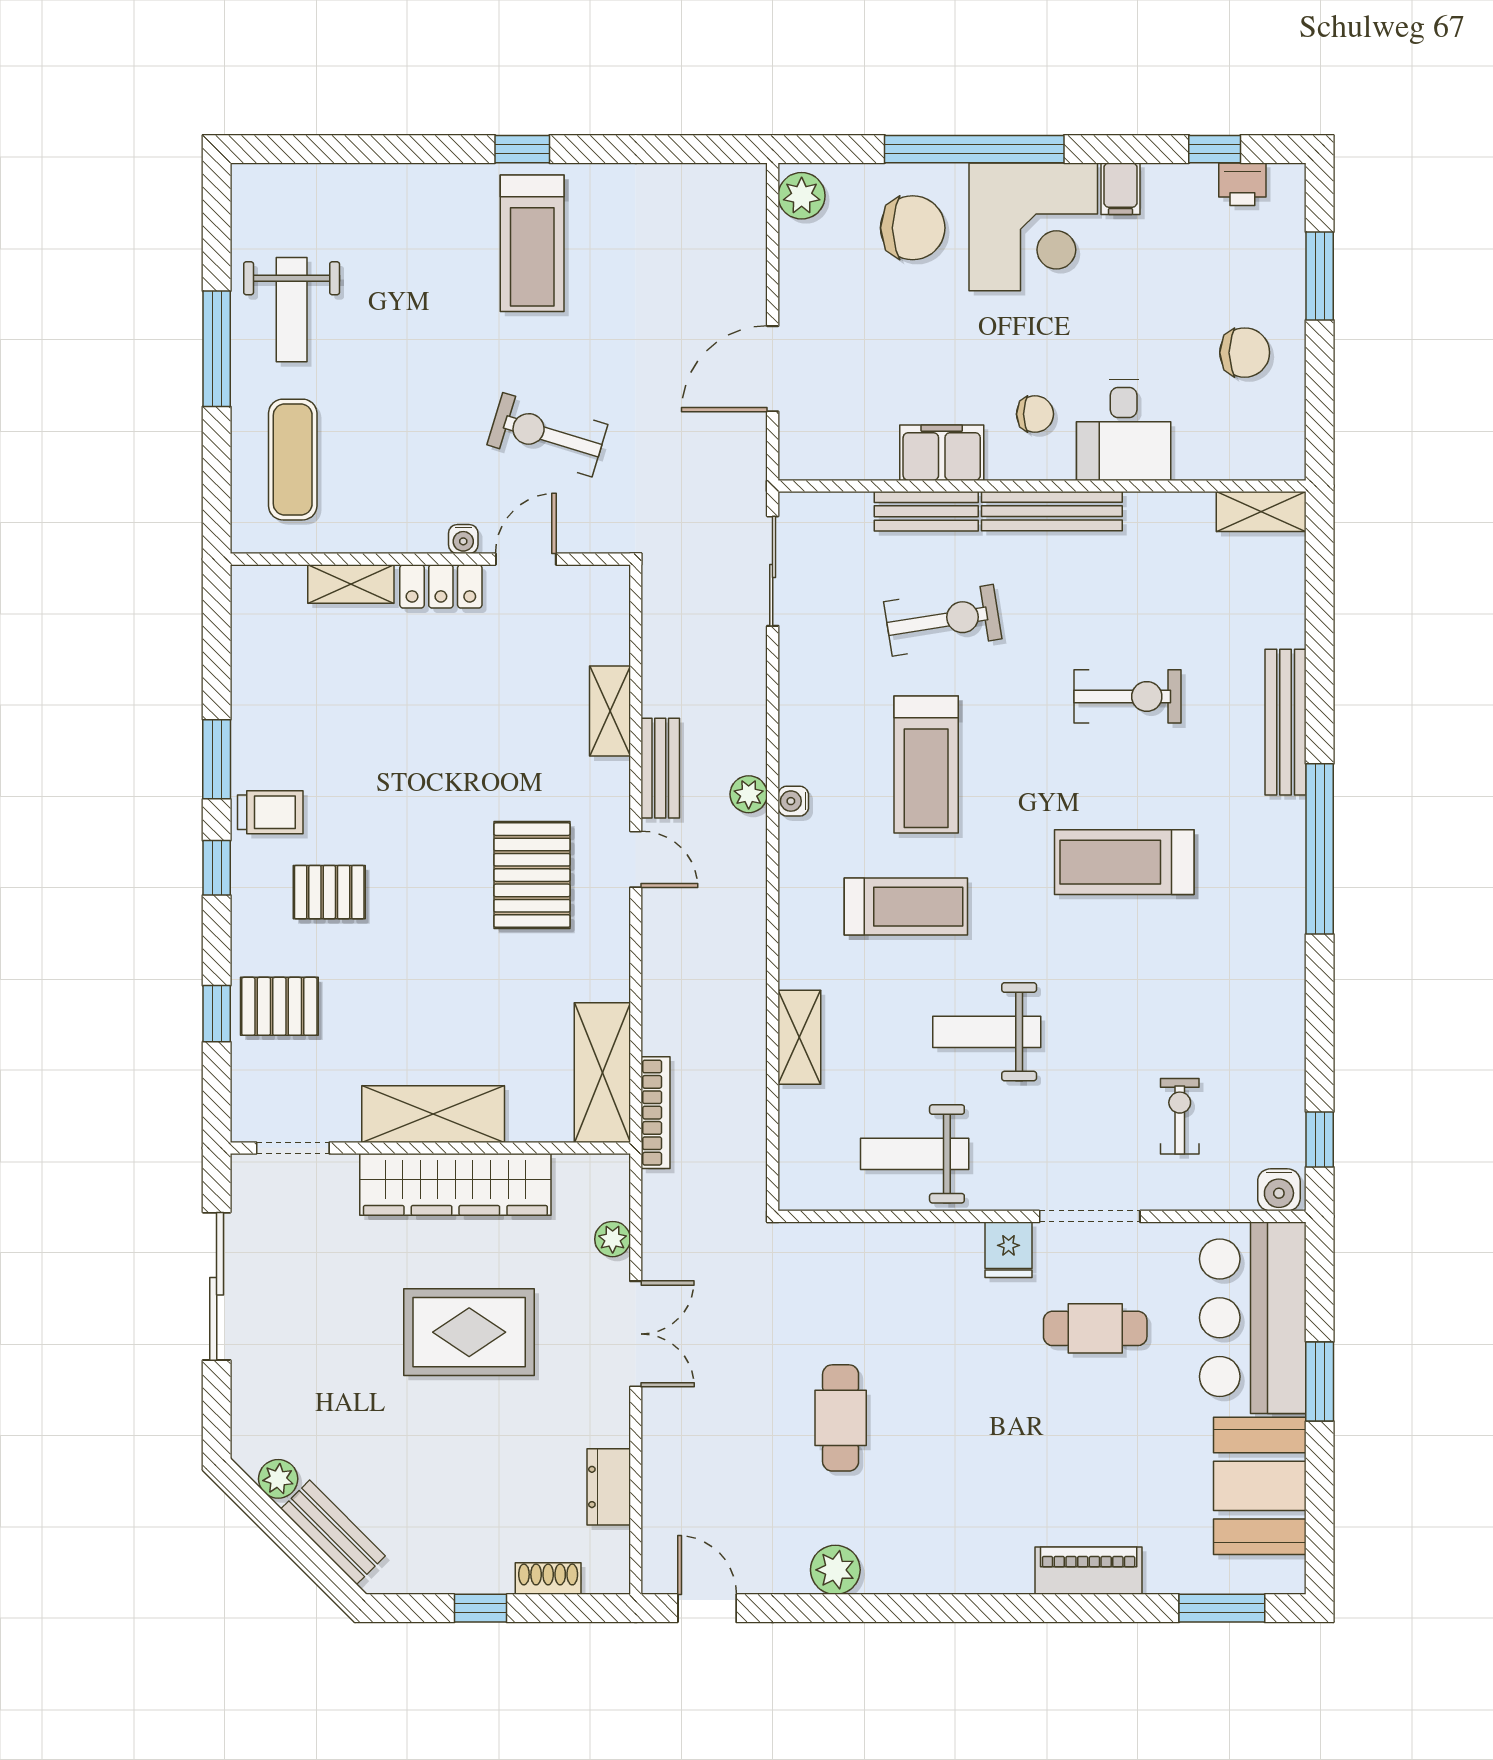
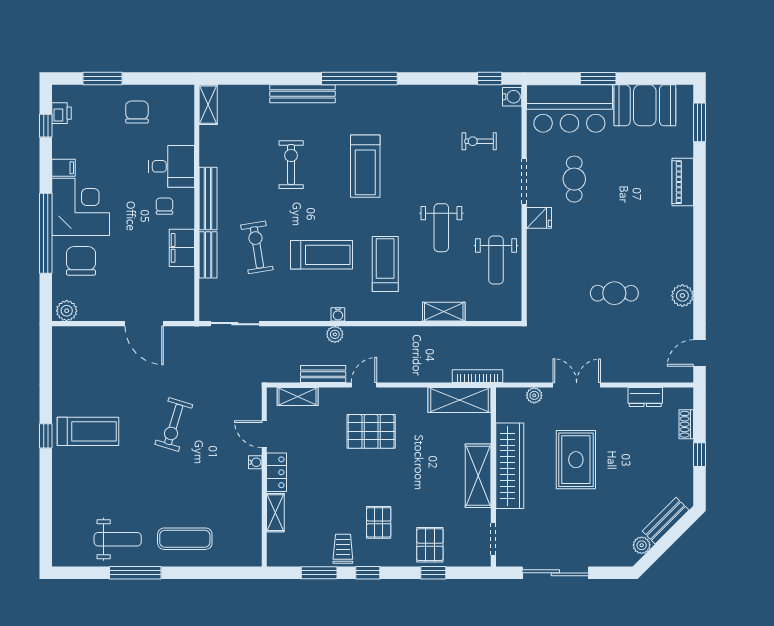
water cooler: (463, 539) -> (255, 462), moved
wall: (430, 559) -> (264, 477), moved
door: (526, 559) -> (264, 434), moved
shelving: (351, 584) -> (275, 513), moved
locker: (441, 586) -> (276, 472), moved

